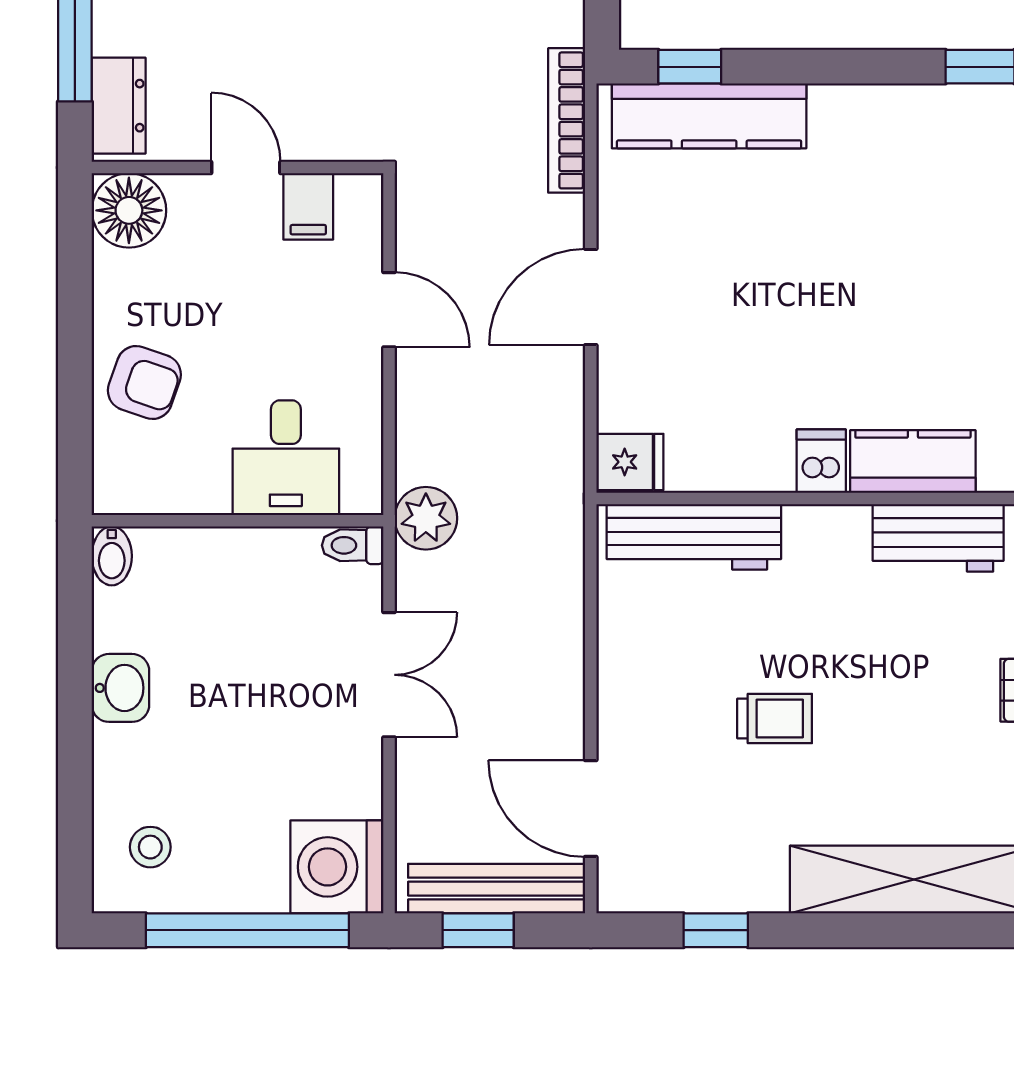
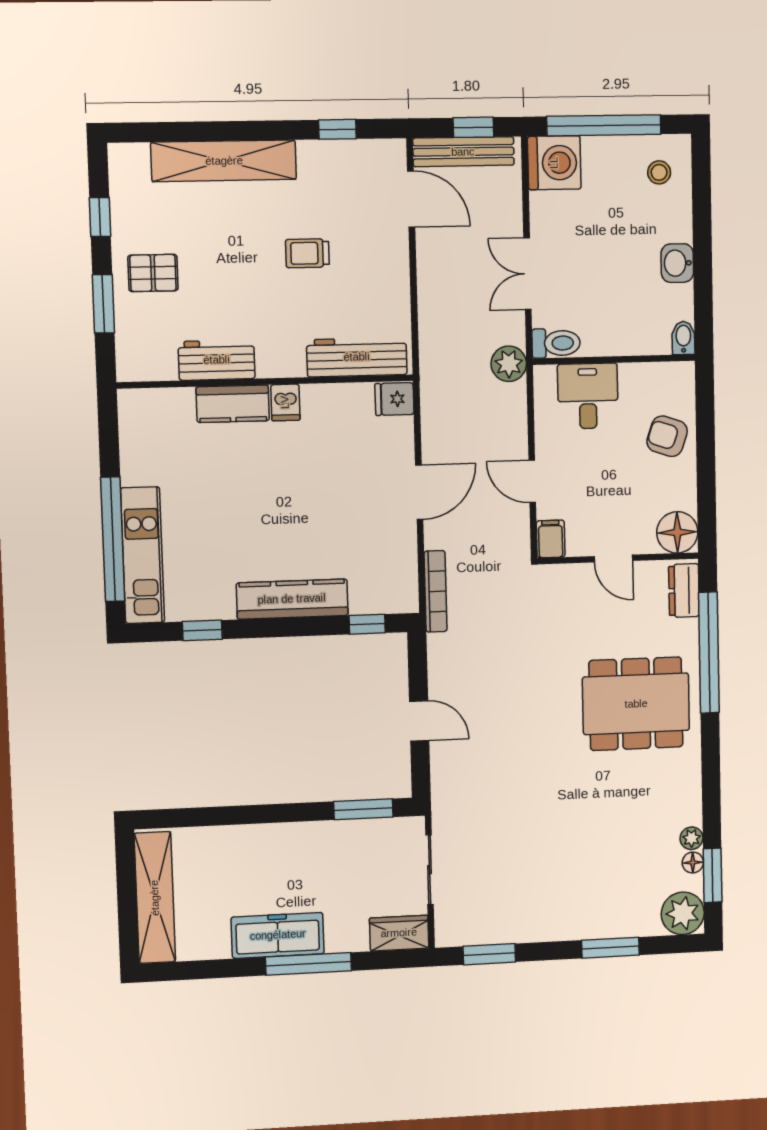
kitchen counter: (709, 116) -> (292, 599), moved
filing cabinet: (308, 206) -> (551, 539), moved
toilet: (353, 545) -> (556, 343), width x1.37, depth x1.39

